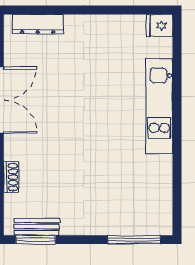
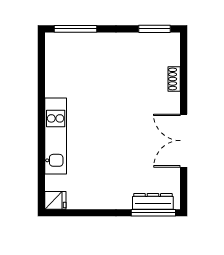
window: (37, 10) -> (153, 213), added
bench: (37, 227) -> (154, 39), removed

